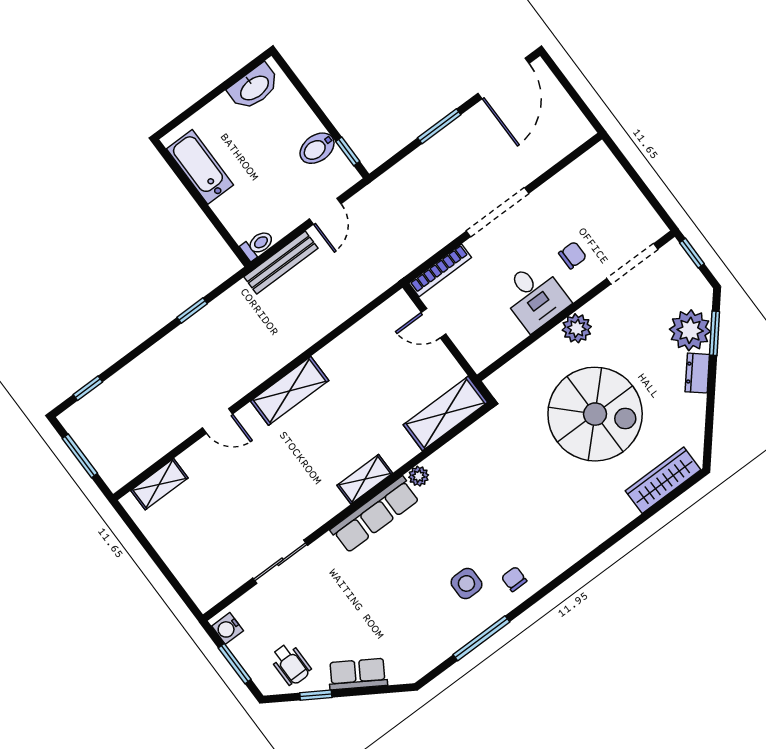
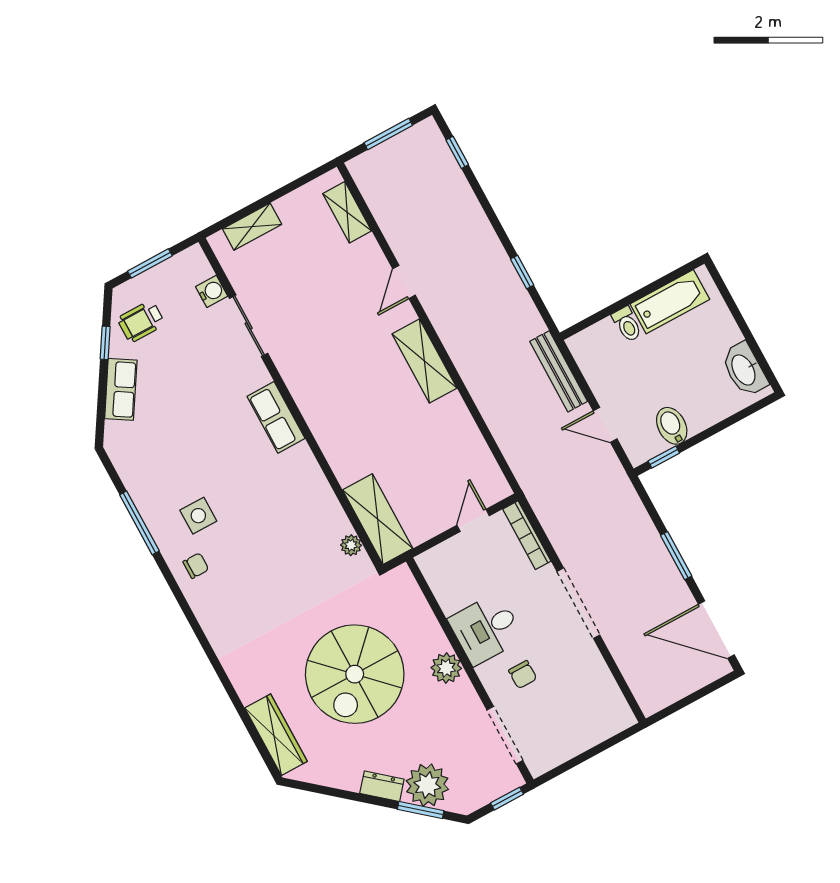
toilet: (257, 245) -> (627, 324), moved
plant: (419, 476) -> (351, 545), moved
shelving: (365, 479) -> (252, 227), moved, turned 90
row of seats: (375, 515) -> (276, 417), width x0.68
water cooler: (228, 628) -> (212, 291), moved, turned 90

